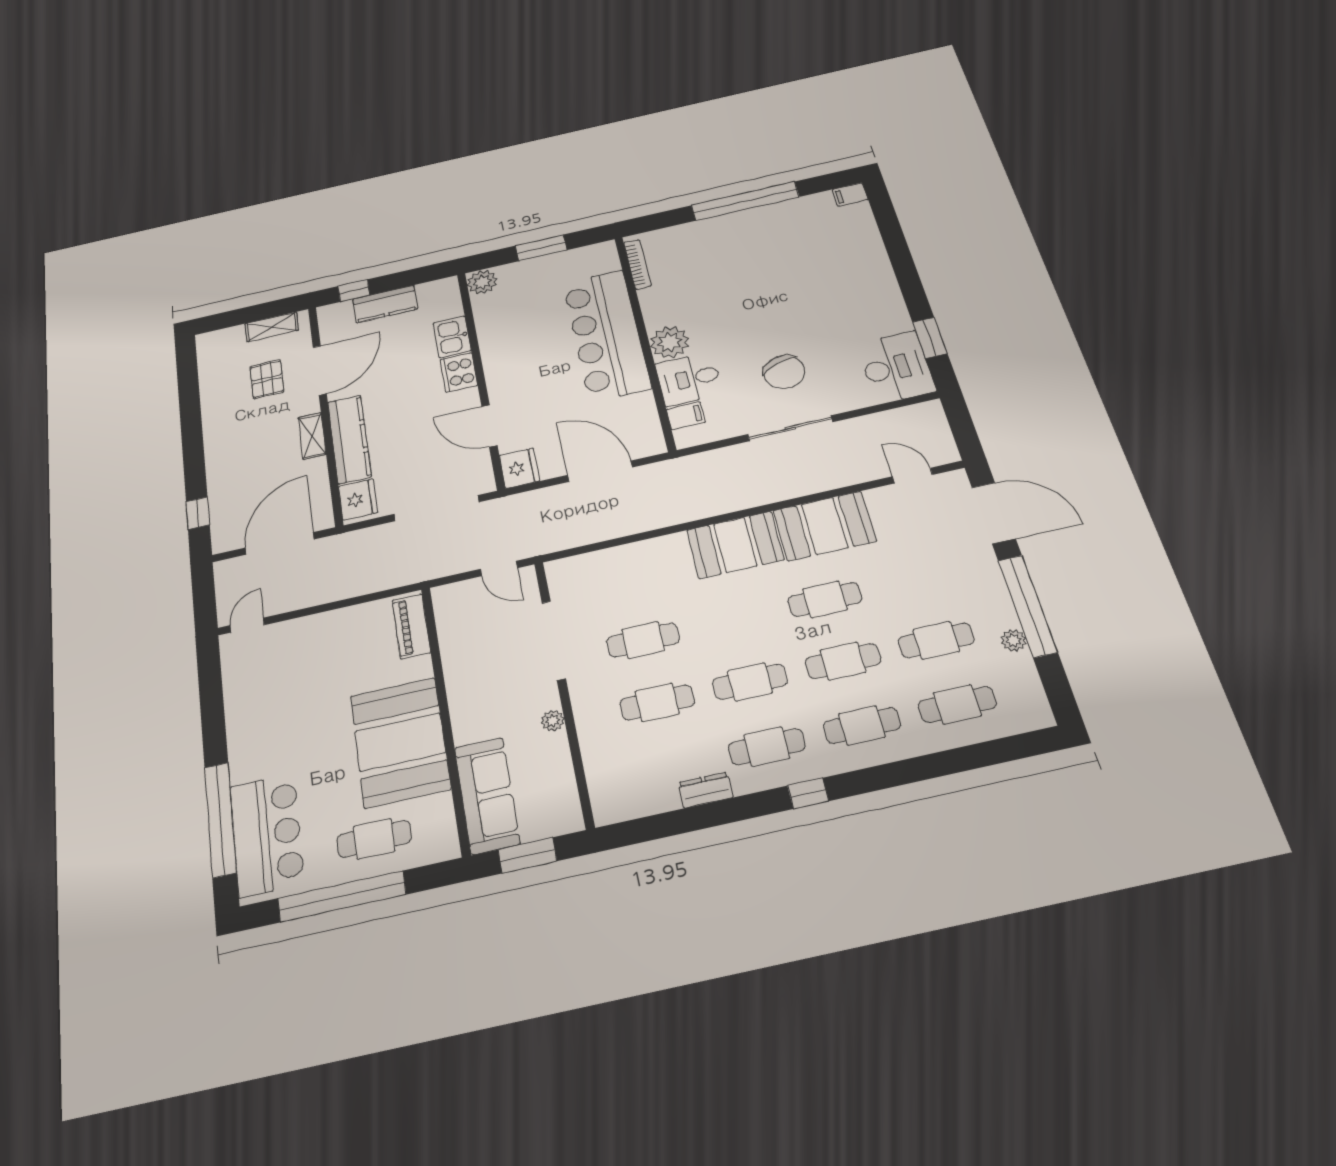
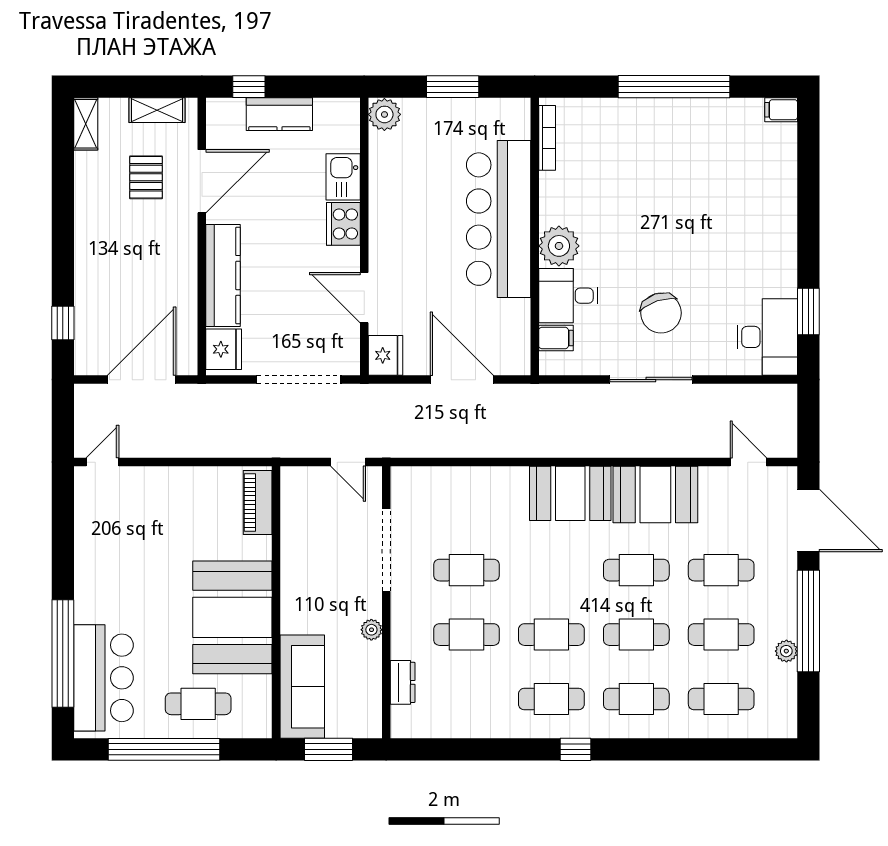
shelving: (312, 436) -> (86, 124), moved
cafe table: (916, 579) -> (721, 570), added
dresser: (706, 790) -> (403, 682), moved, turned 90

